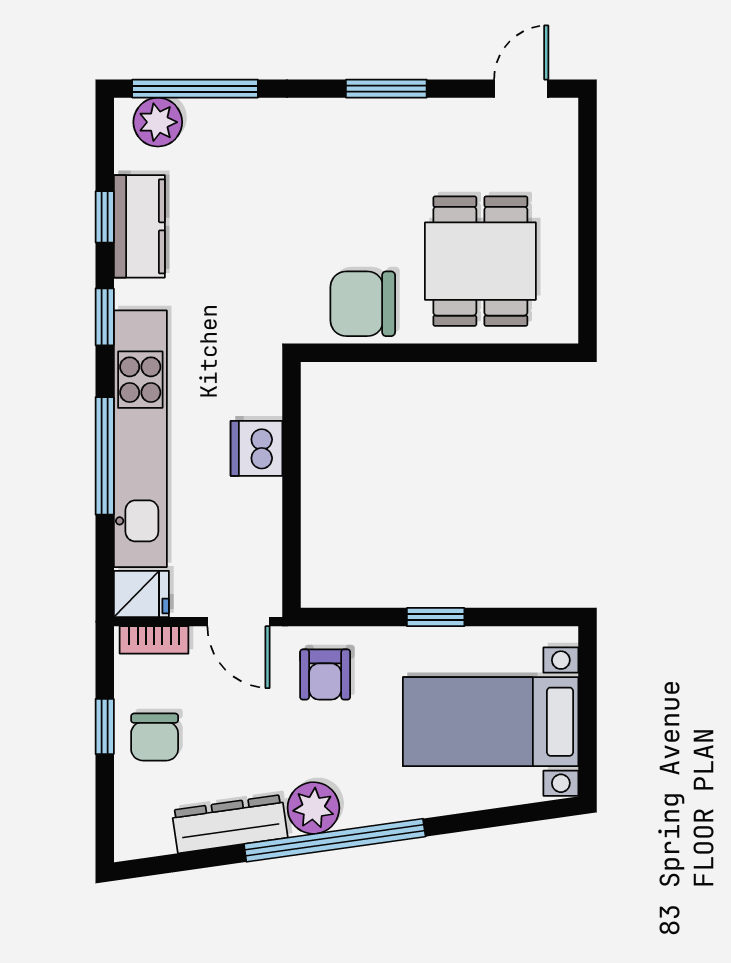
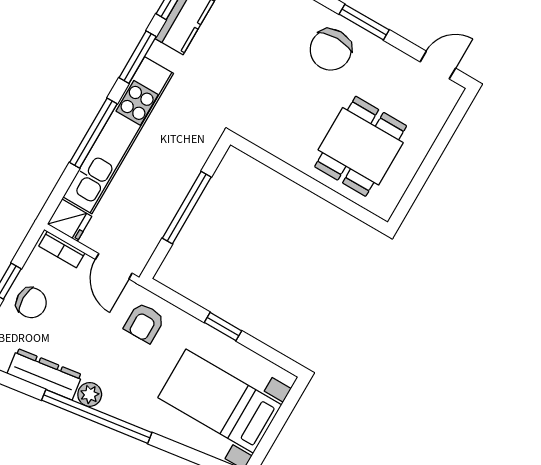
chair: (363, 304) -> (331, 50), moved, turned -90
window: (105, 317) -> (138, 57), width x1.50
dishwasher: (257, 448) -> (179, 177), removed
window: (291, 483) -> (187, 208), added
chair: (155, 737) -> (31, 303), turned -90
plant: (313, 808) -> (90, 394), width x0.73, depth x0.73

